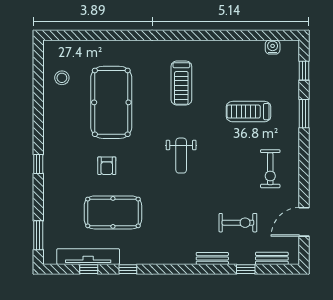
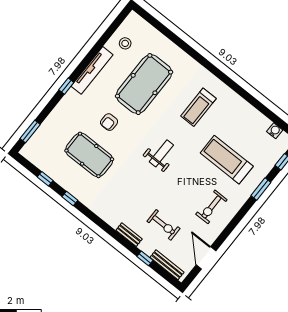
treadmill: (249, 112) -> (227, 160), width x1.37, depth x1.38
weight bench: (181, 156) -> (161, 153), turned 180
door: (304, 222) -> (206, 258), hinge flipped
tv unit: (88, 257) -> (92, 70), moved, turned 90
bench: (272, 258) -> (167, 265), width x1.36

